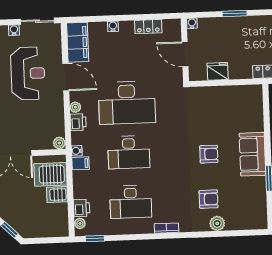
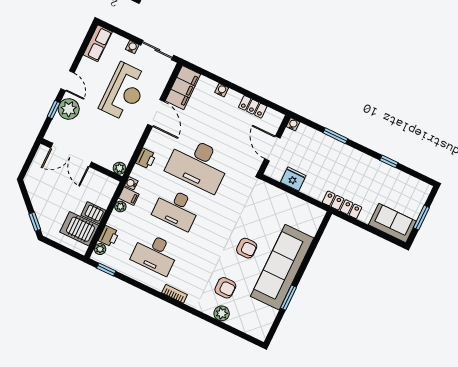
plant: (75, 107) -> (120, 207), moved
sofa: (252, 154) -> (282, 267), width x1.85, depth x1.27
server rack: (50, 174) -> (79, 229), moved

